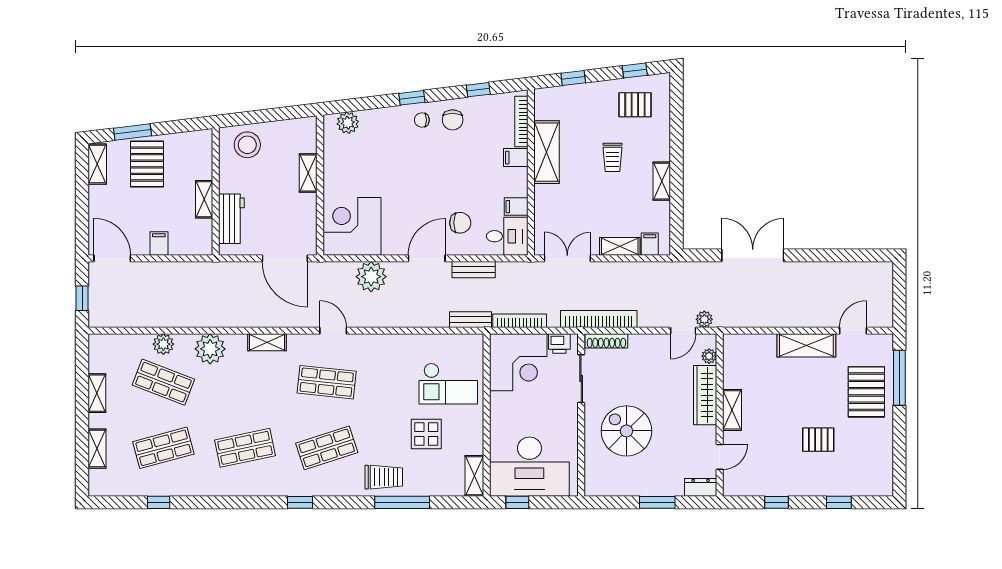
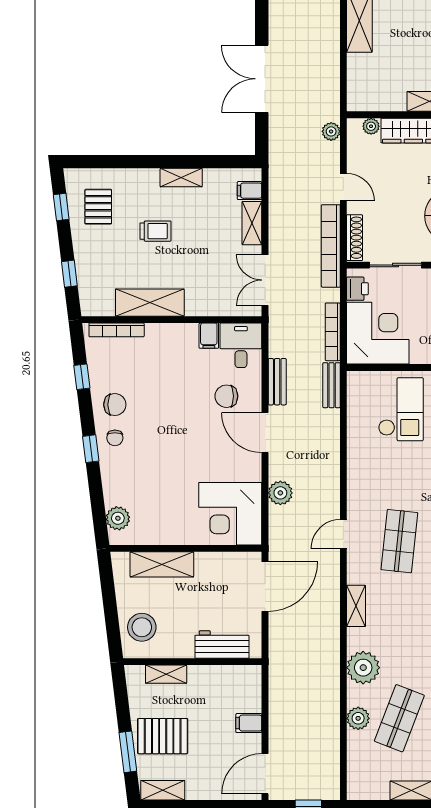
filing cabinet: (516, 158) -> (156, 336), removed
shelving: (308, 173) -> (162, 564), width x1.50, depth x1.33
shelving: (204, 199) -> (166, 674), moved
chair: (460, 223) -> (226, 396), turned -90
plant: (371, 277) -> (280, 493), width x0.73, depth x0.73
door: (683, 331) -> (343, 187), moved

